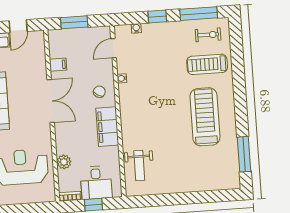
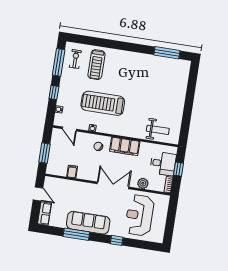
double door: (51, 101) -> (113, 185), moved
treadmill: (205, 117) -> (103, 103), moved

